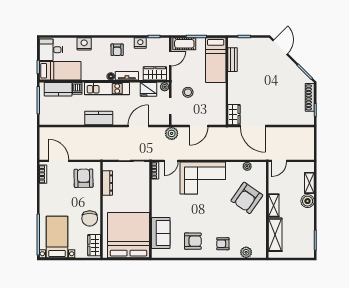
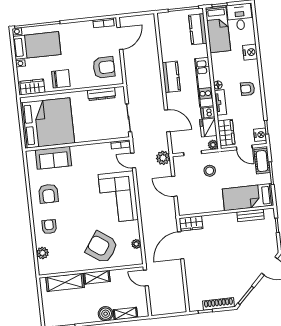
nightstand: (140, 43) -> (260, 135), moved
dishwasher: (77, 88) -> (208, 113), moved
chair: (90, 218) -> (61, 79), turned 180

